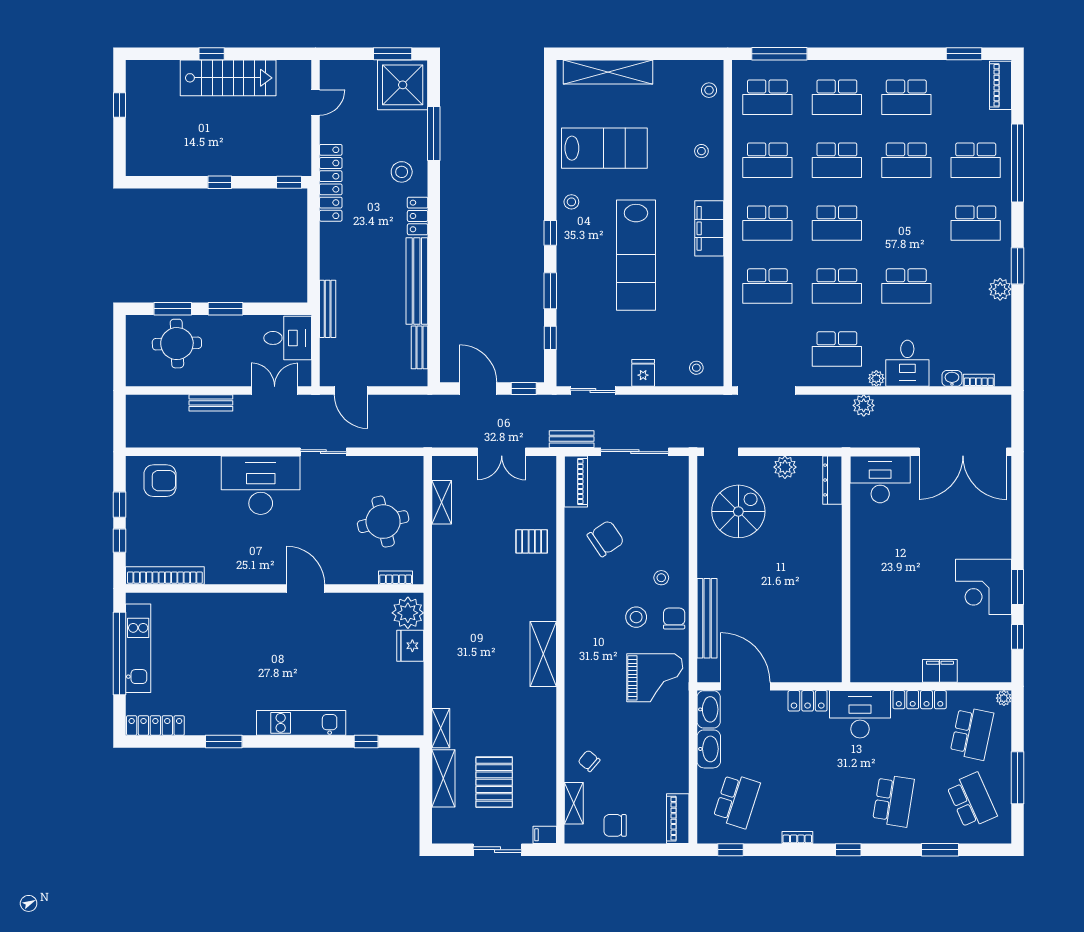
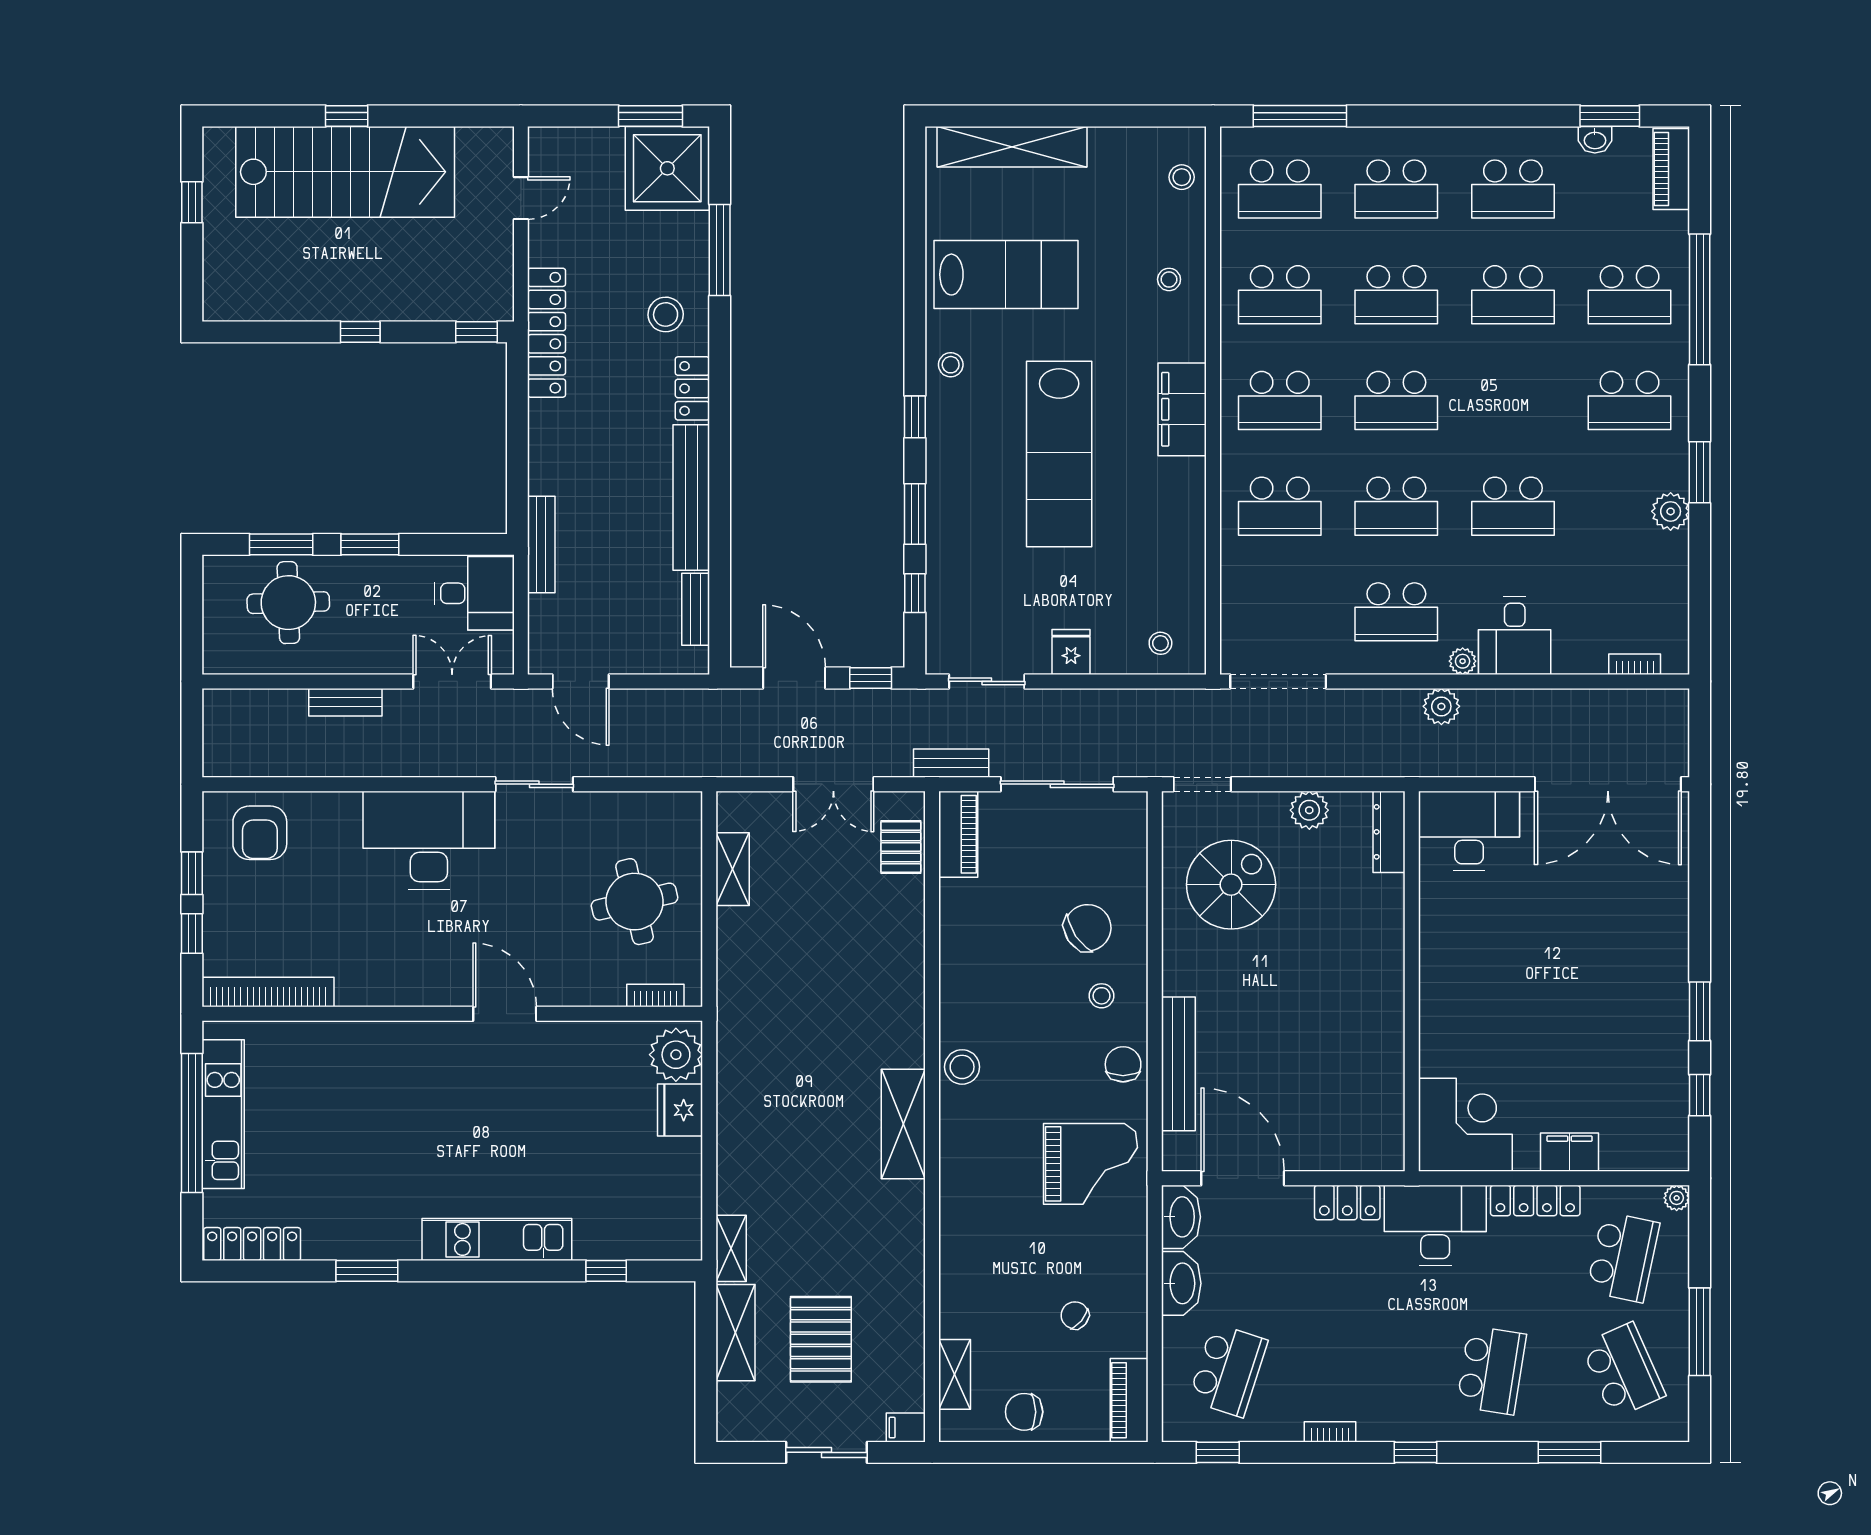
stairs: (228, 78) -> (345, 172), width x1.36, depth x1.51
washbasin: (952, 378) -> (1595, 140), moved, turned 180
armchair: (160, 481) -> (260, 833), turned 90
chair: (606, 538) -> (1088, 928), moved
pallet: (532, 541) -> (901, 847), moved, turned 90
corner desk: (984, 587) -> (1465, 1125), moved, turned 180
stool: (636, 617) -> (962, 1067), moved
chair: (589, 761) -> (1075, 1315), moved

